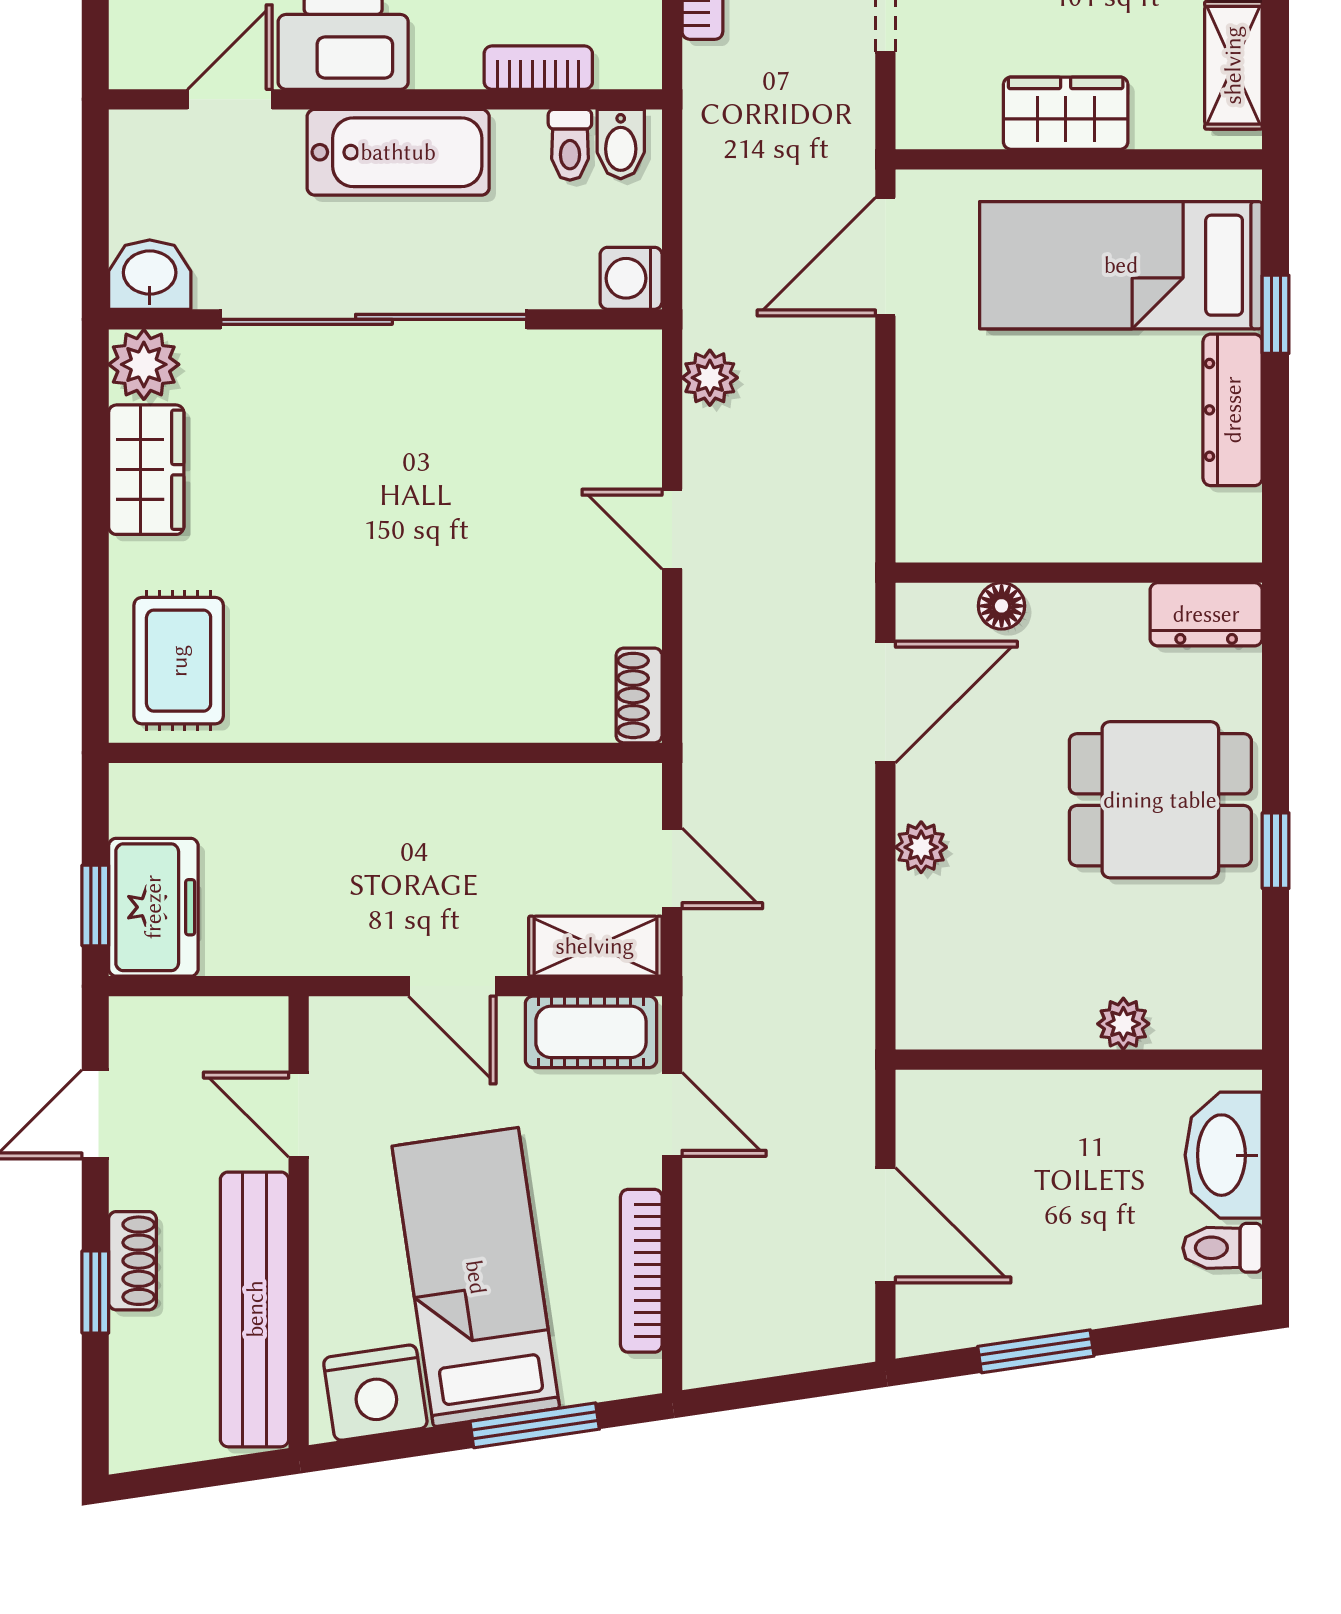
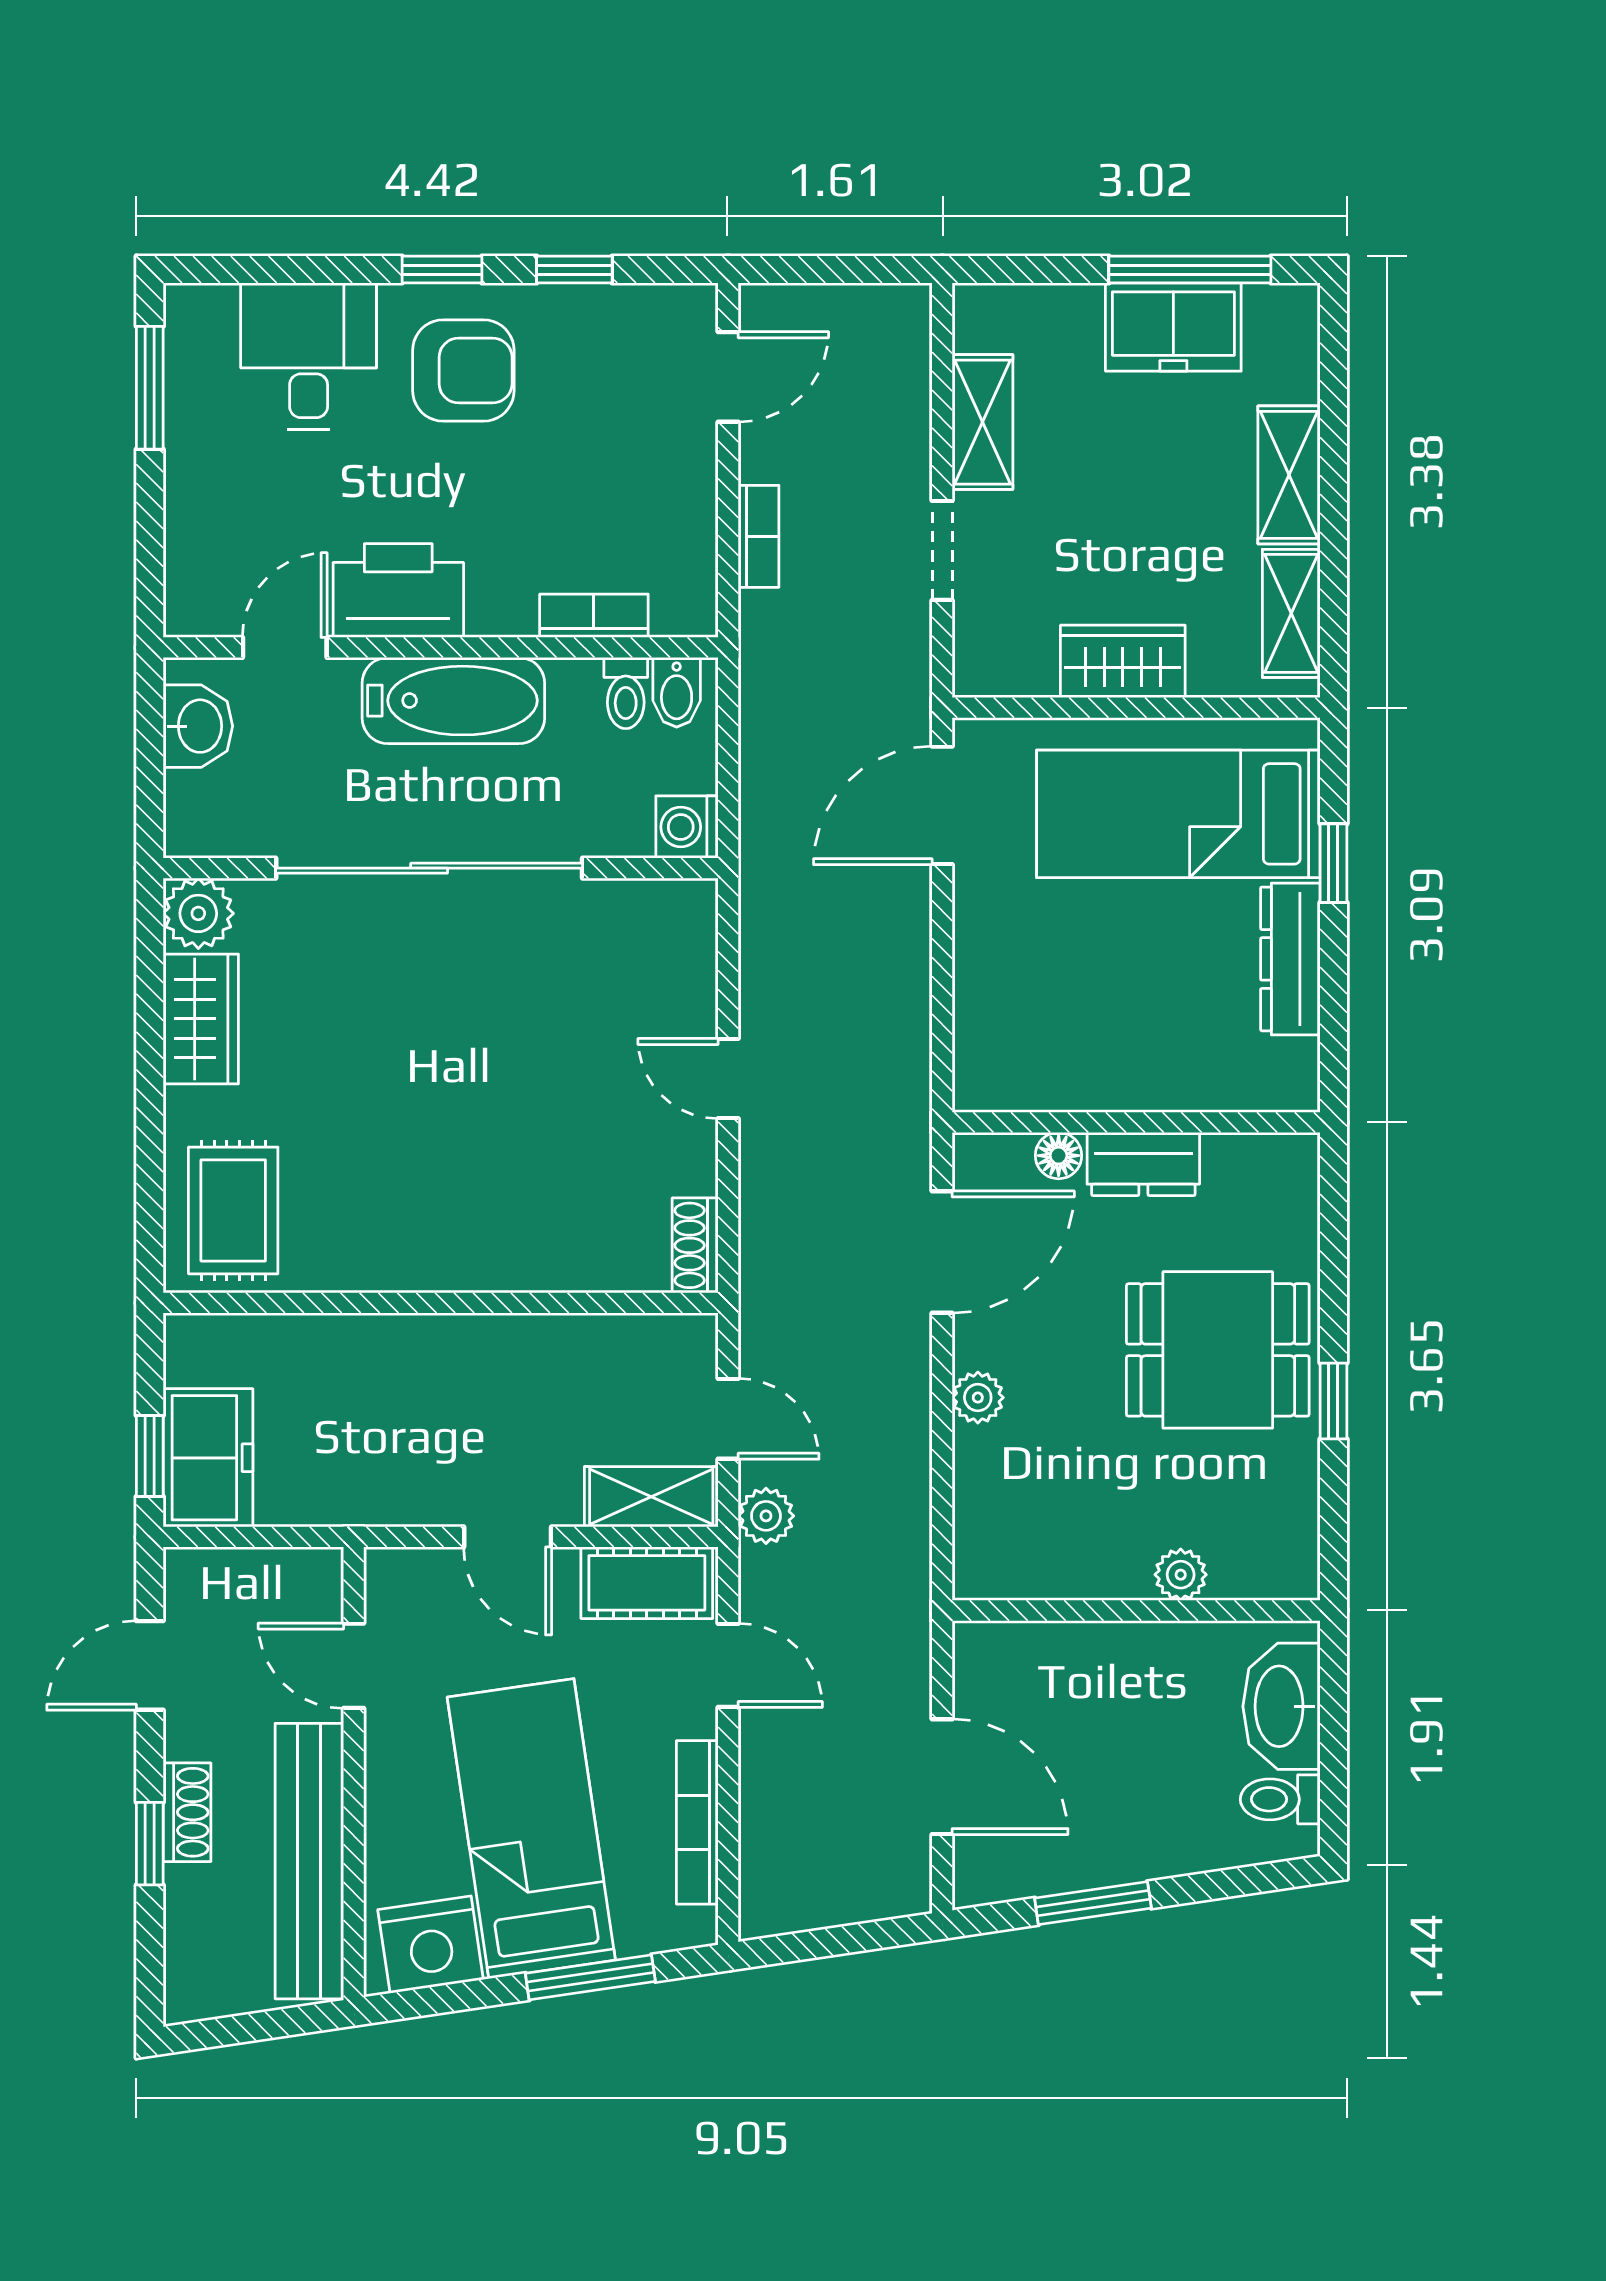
washbasin: (150, 275) -> (198, 726), moved, turned 90
plant: (710, 378) -> (766, 1516), moved
dresser: (1206, 614) -> (1143, 1164), moved

